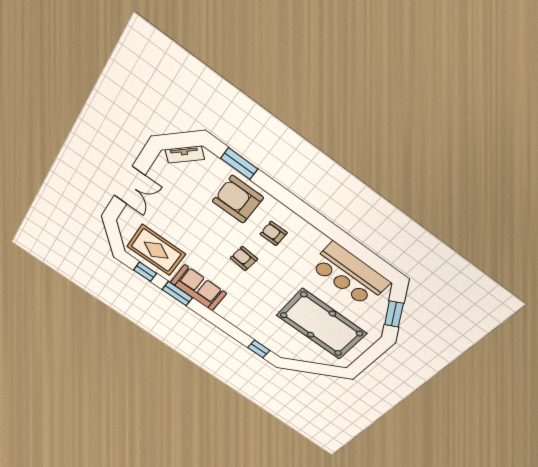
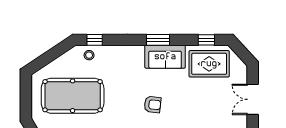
window: (177, 294) -> (158, 40), moved
stool: (275, 342) -> (89, 55), added

